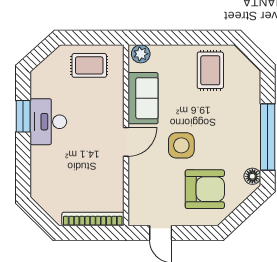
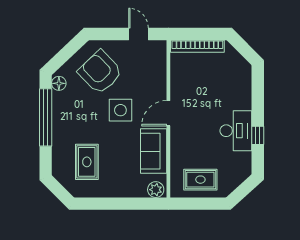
rug: (210, 70) -> (87, 162), moved
window: (23, 116) -> (258, 135), width x0.67
armchair: (205, 189) -> (100, 72), turned 46

